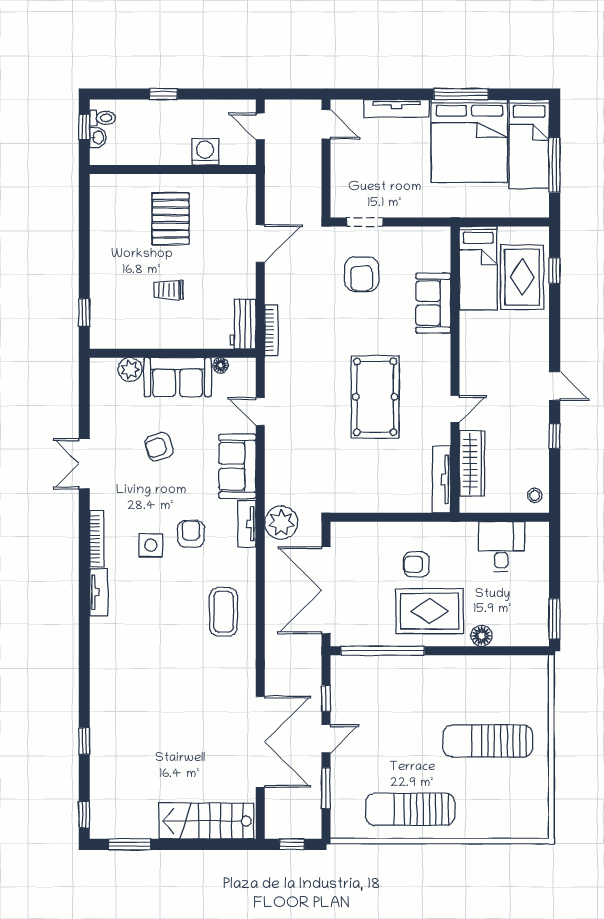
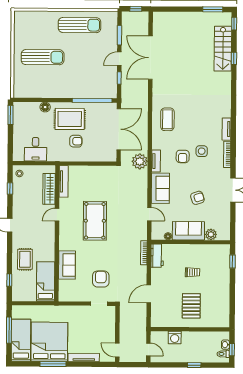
rug: (522, 277) -> (25, 259), moved, width x0.73, depth x0.70
window: (555, 436) -> (10, 189), moved
stairs: (206, 821) -> (223, 49), moved, turned 90

